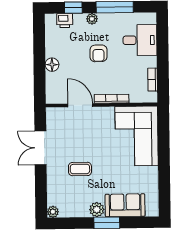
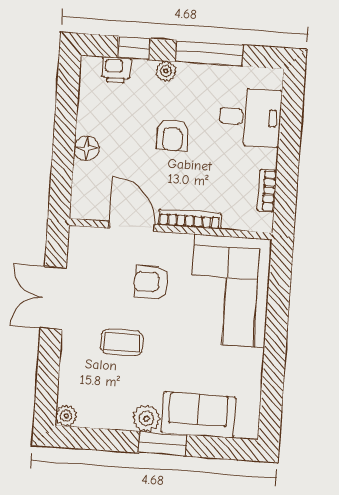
armchair: (93, 135) -> (151, 282), added

